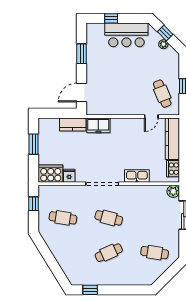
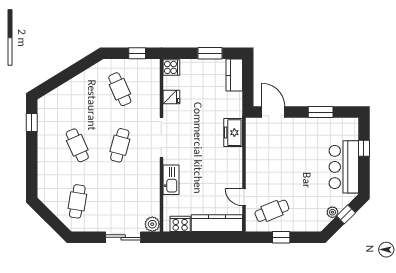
kitchen counter: (73, 124) -> (234, 75), moved
cooker: (51, 174) -> (171, 67), width x0.53, depth x0.76
cafe table: (63, 218) -> (120, 89), turned -33

